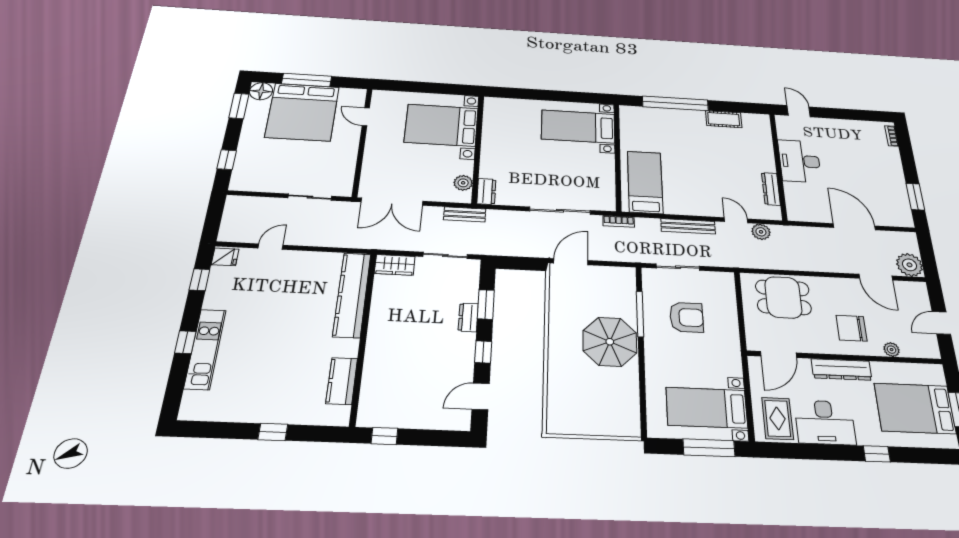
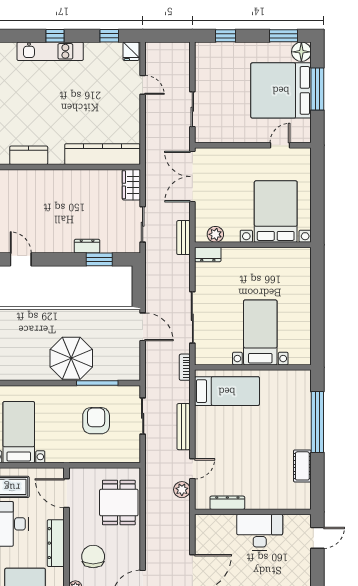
bed with nightstands: (578, 127) -> (260, 332), moved
armchair: (687, 317) -> (96, 421), turned 180
window: (483, 352) -> (58, 259), removed

